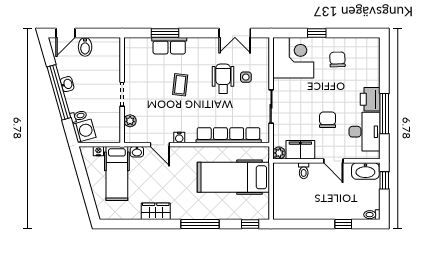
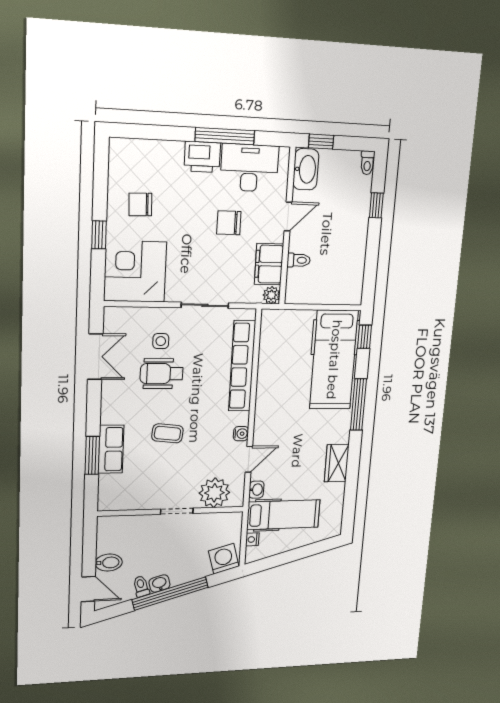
toilet: (78, 116) -> (141, 586), moved
plant: (130, 121) -> (214, 493), width x1.87, depth x1.87
hospital bed: (233, 177) -> (334, 360), moved

